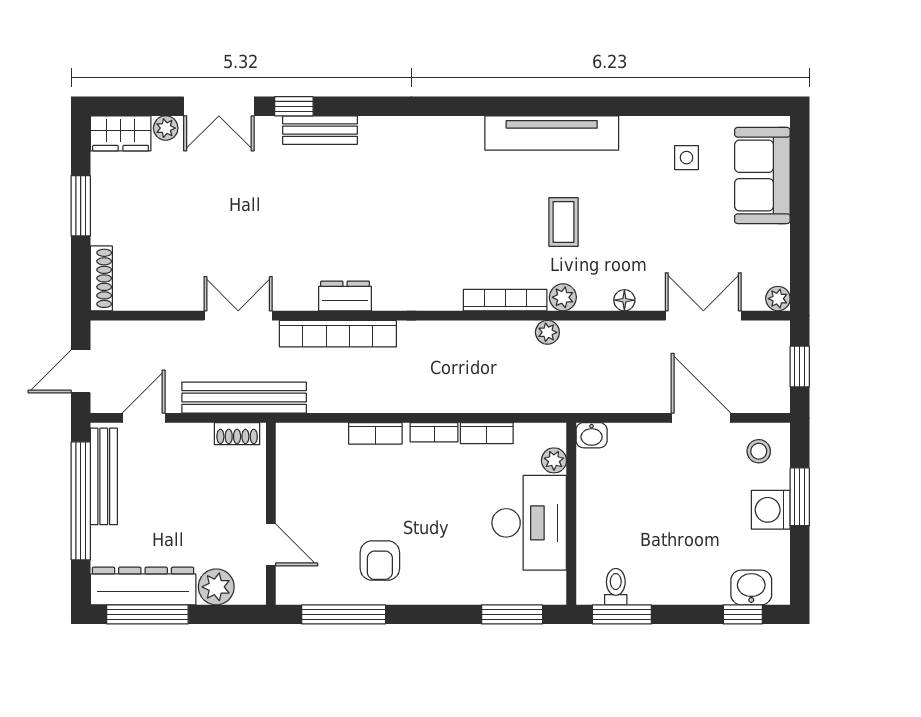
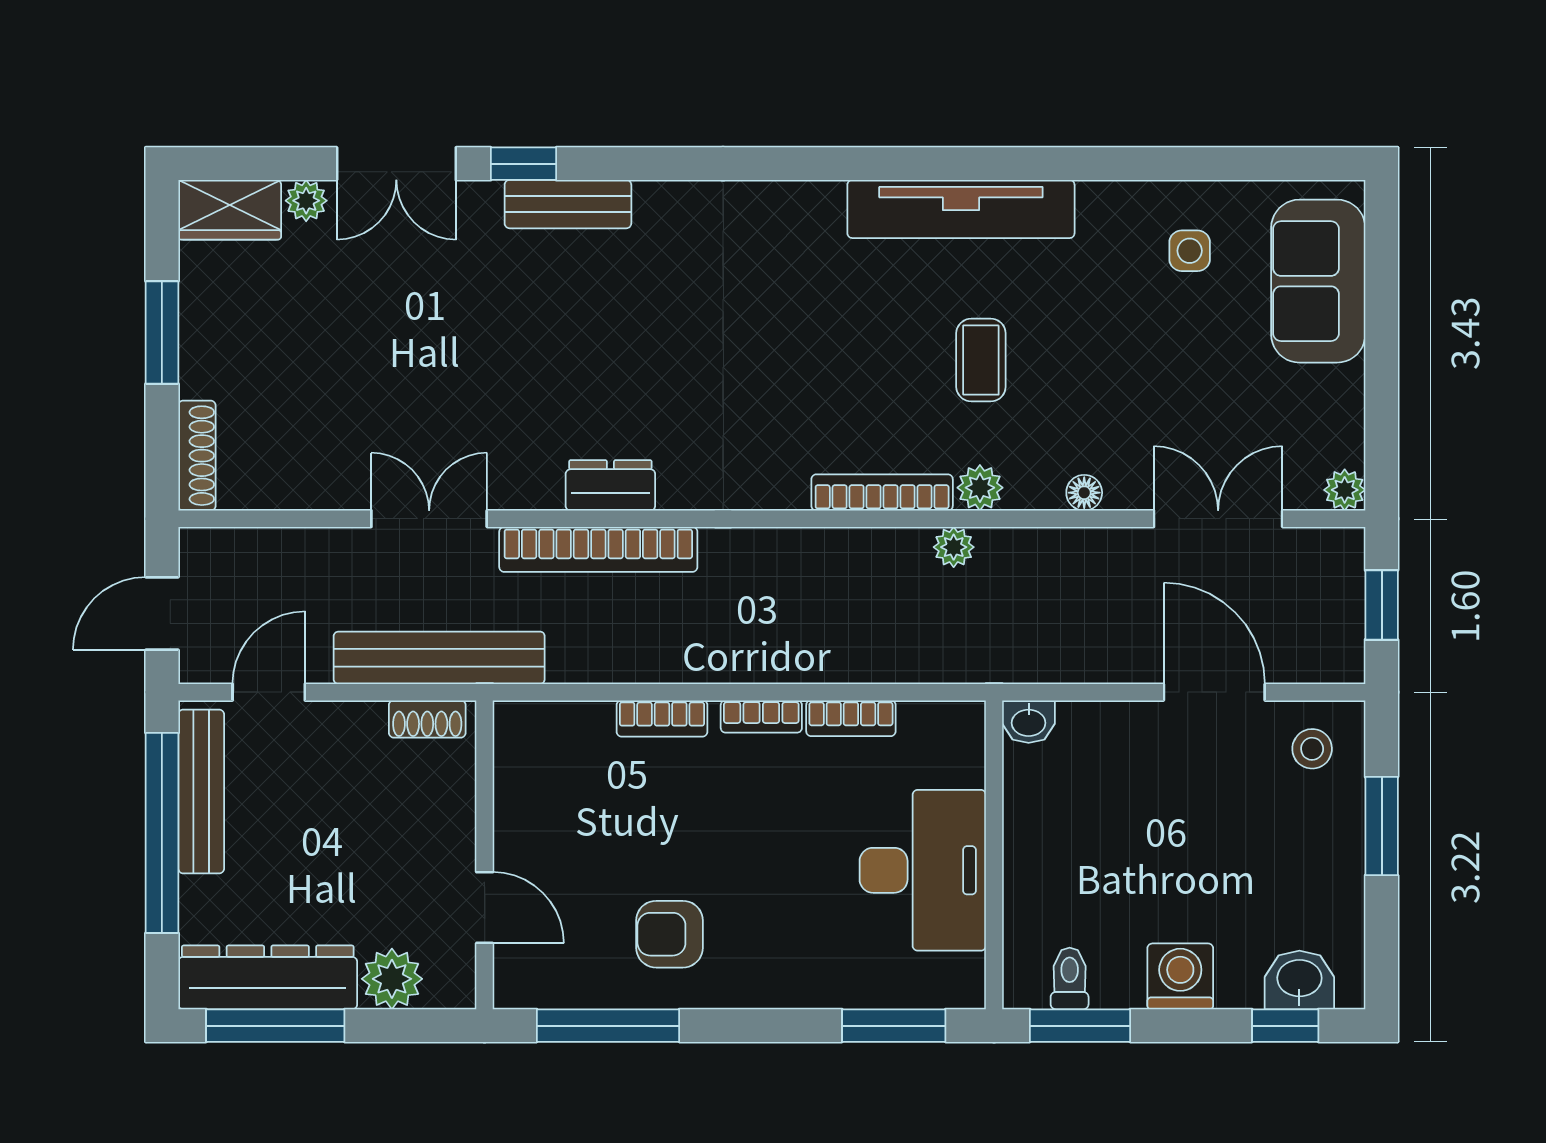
plant: (554, 460) -> (965, 764), removed
washing machine: (771, 510) -> (1180, 976), moved, turned 90
armchair: (380, 561) -> (669, 934), turned 90

